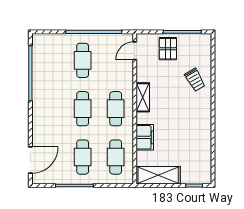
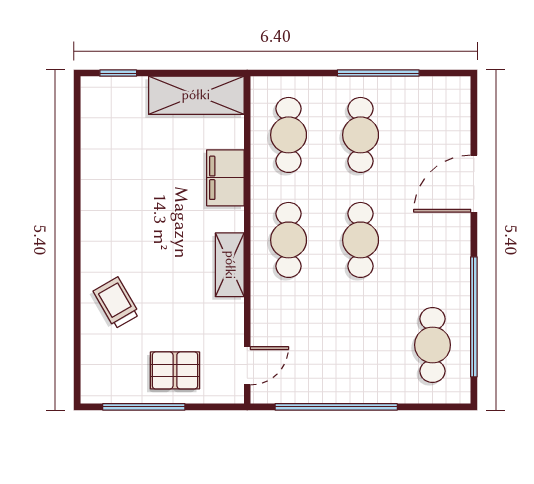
pallet: (168, 49) -> (175, 370), turned 90
cafe table: (83, 60) -> (432, 345), moved
door: (30, 160) -> (474, 184), moved

